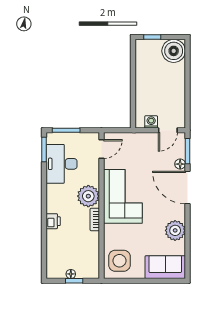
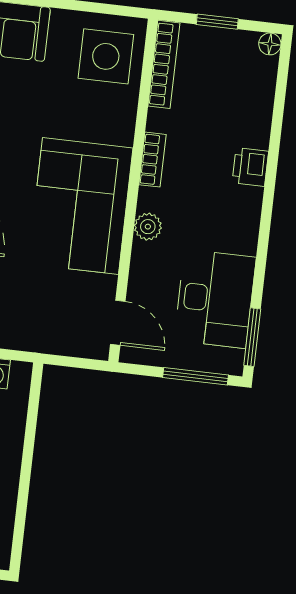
door: (101, 149) -> (118, 323), swing flipped
plant: (88, 196) -> (148, 227), width x0.53, depth x0.53
bookcase: (95, 260) -> (164, 64), added
floor lamp: (71, 274) -> (270, 44), moved

